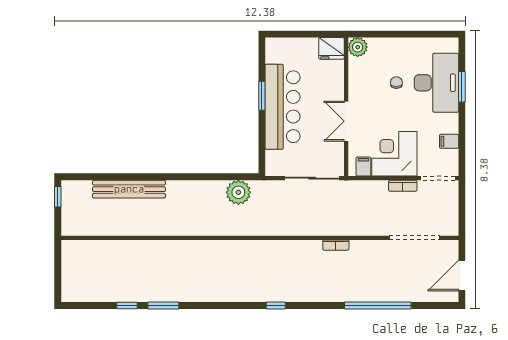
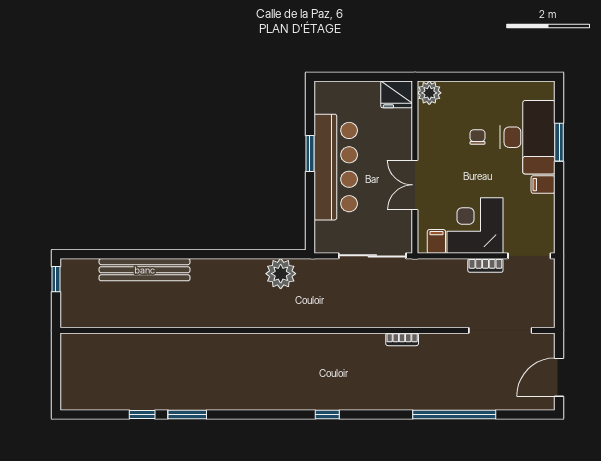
filing cabinet: (449, 141) -> (543, 185), moved

